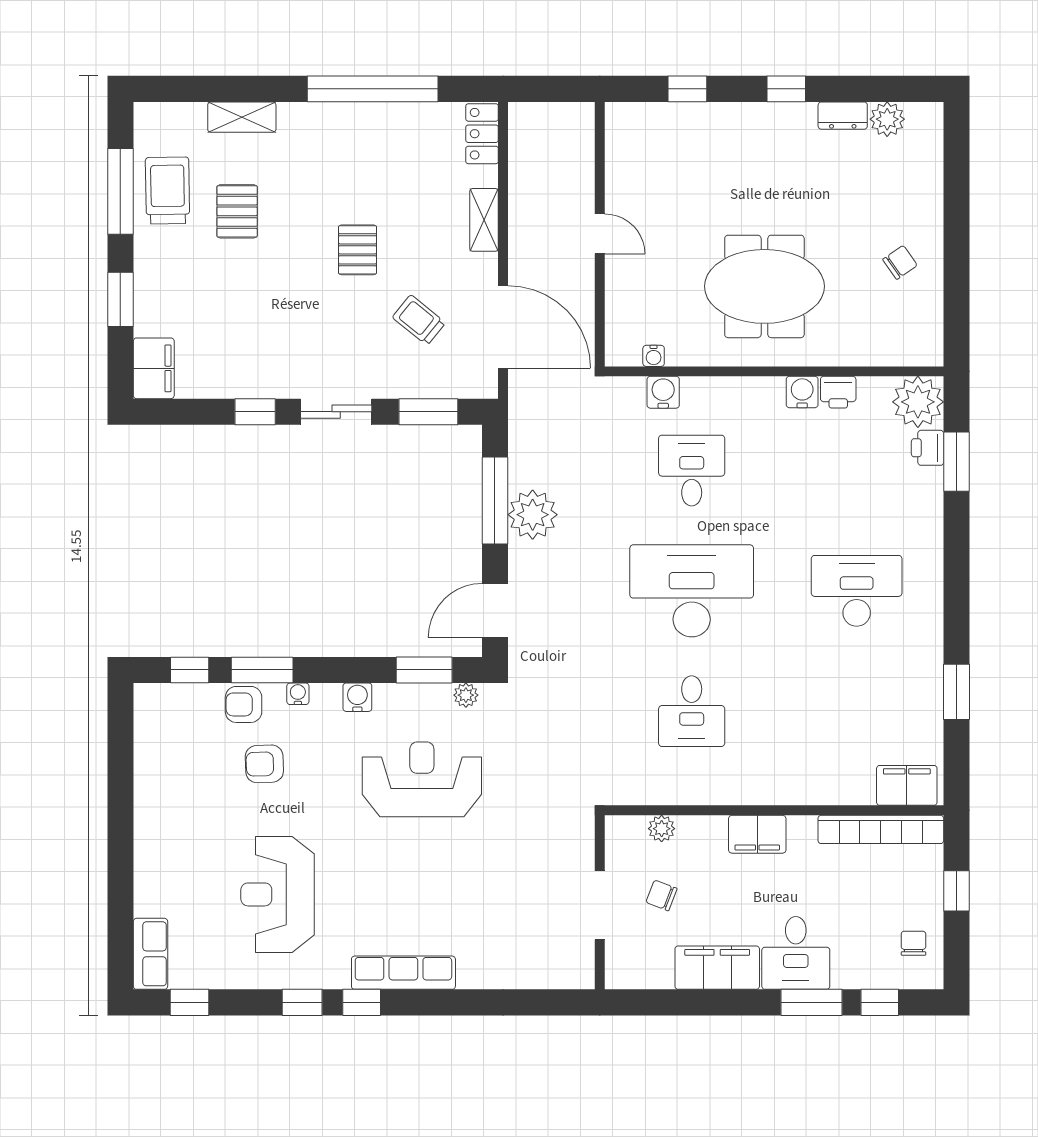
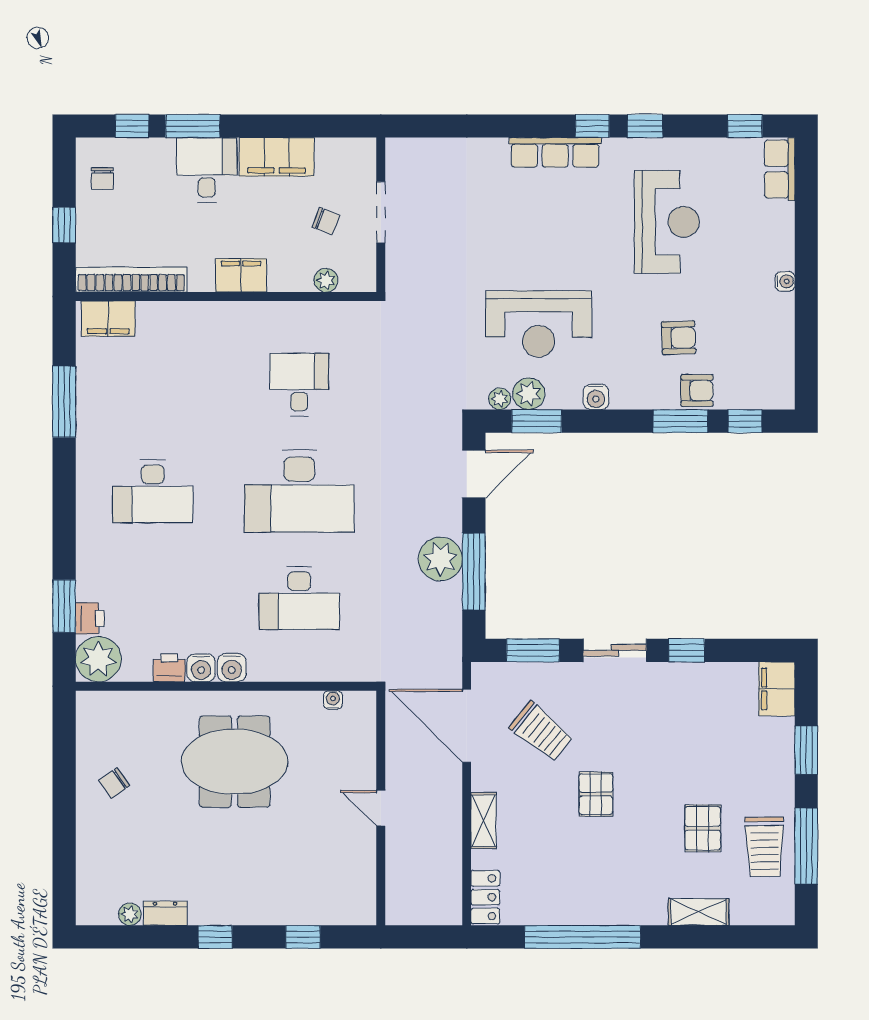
plant: (887, 119) -> (130, 914), width x0.73, depth x0.73
trolley: (419, 320) -> (541, 732), width x1.36, depth x1.39
water cooler: (663, 392) -> (232, 668), moved
desk: (692, 471) -> (299, 598), width x1.37
window: (957, 692) -> (64, 402), width x1.44
water cooler: (298, 694) -> (785, 281), moved, turned -90
plant: (433, 701) -> (529, 394), added

